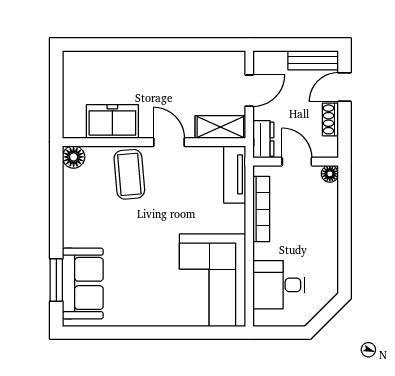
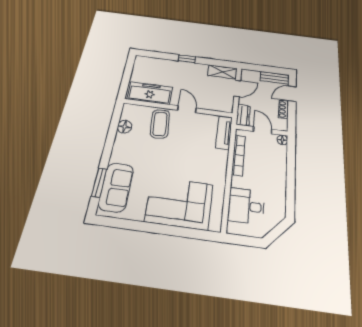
window: (154, 44) -> (187, 59), added
freezer: (112, 122) -> (150, 93), width x1.40
shelving: (220, 127) -> (222, 72), moved
floor lamp: (74, 157) -> (125, 127), moved
corner sofa: (212, 280) -> (179, 203), moved, turned 90

